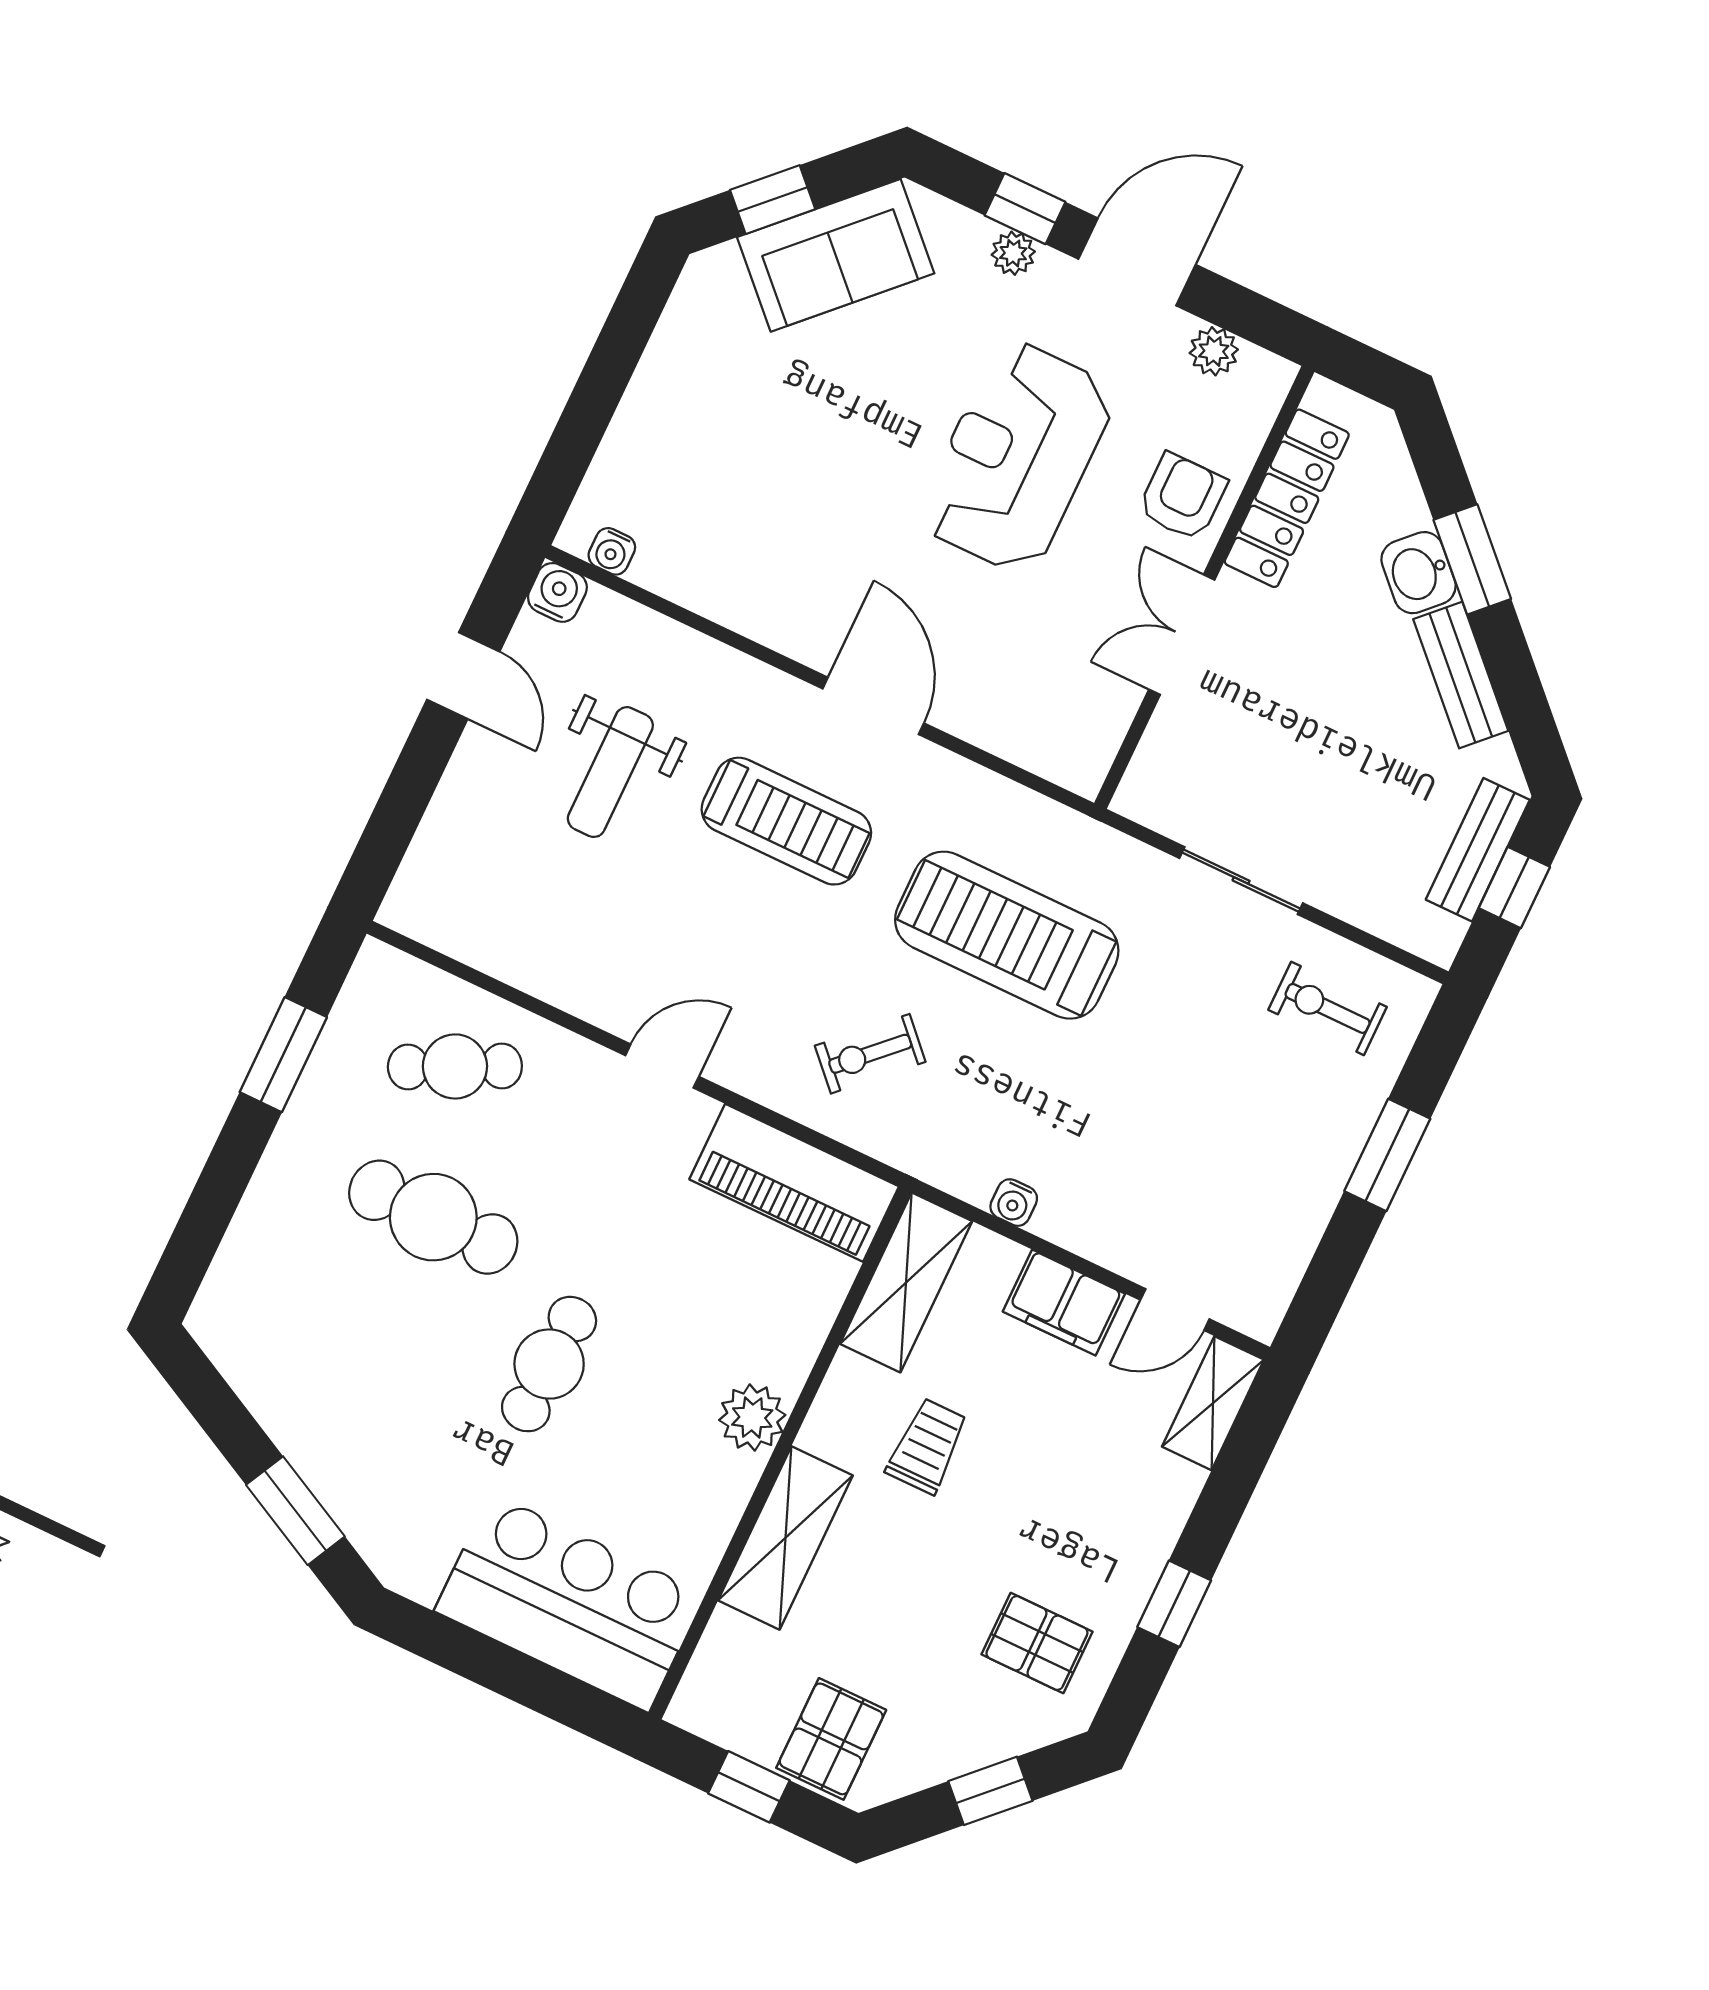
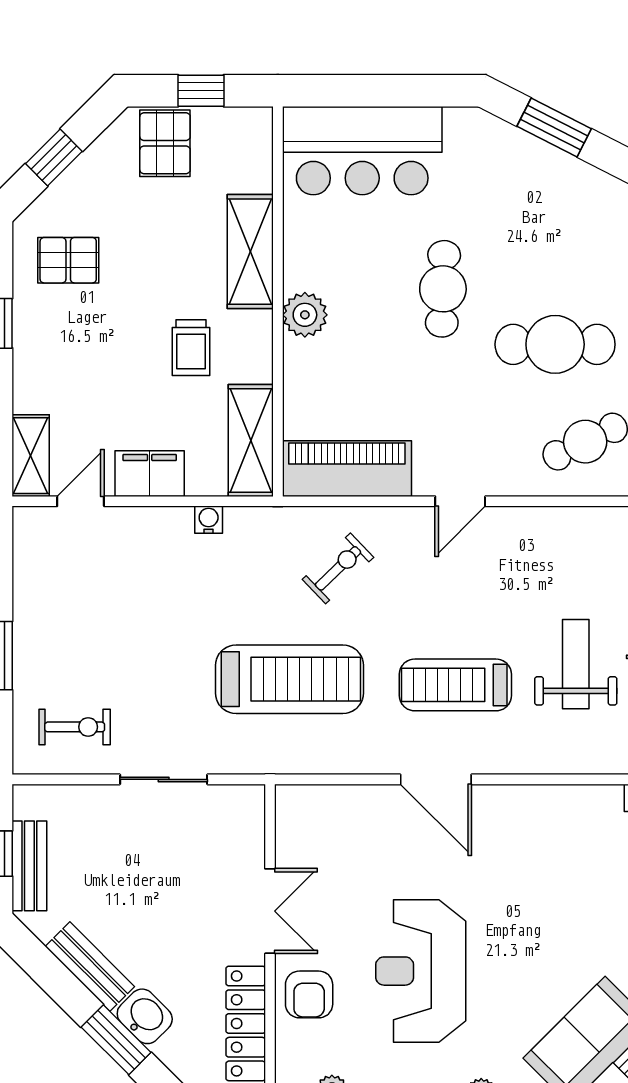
reception desk: (1017, 457) -> (421, 971), turned 180

